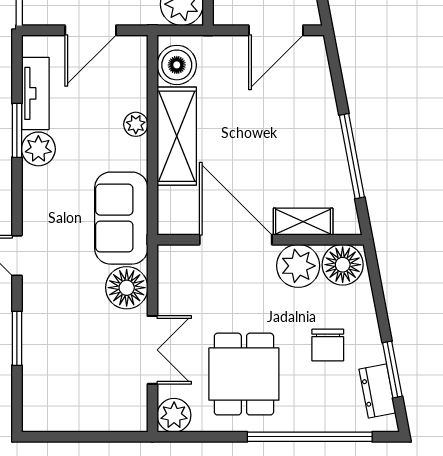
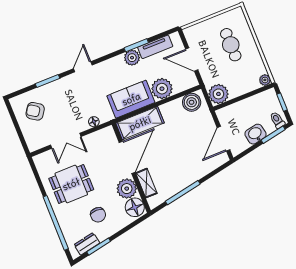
door: (276, 30) -> (223, 139), hinge flipped
plant: (136, 124) -> (162, 89), width x1.87, depth x1.87
shelving: (177, 136) -> (140, 123), moved
sofa: (121, 218) -> (131, 99), moved
floor lamp: (127, 288) -> (94, 122), width x0.53, depth x0.53
chair: (328, 345) -> (98, 215), turned -90
armchair: (68, 388) -> (35, 111), added
plant: (174, 415) -> (42, 161), removed

